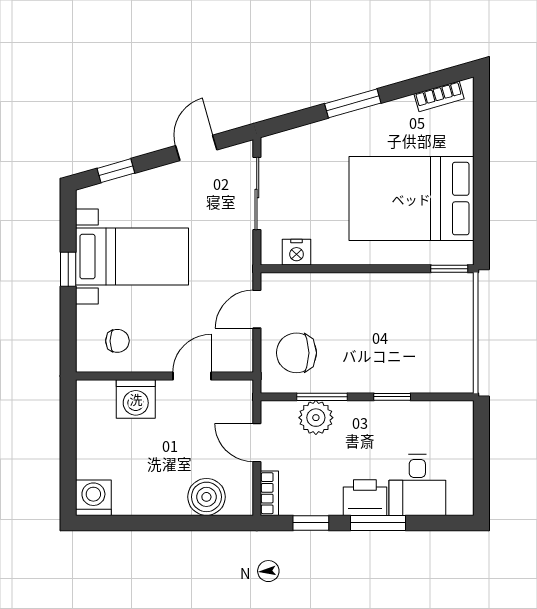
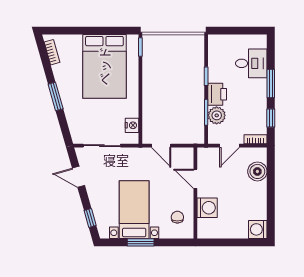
window: (68, 269) -> (141, 242), width x1.50
chair: (296, 353) -> (184, 125), removed
printer: (365, 498) -> (217, 94), moved, turned 180

